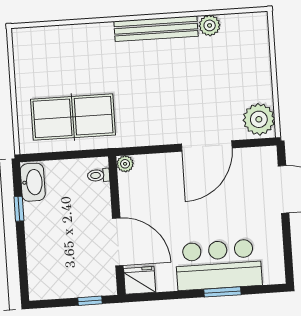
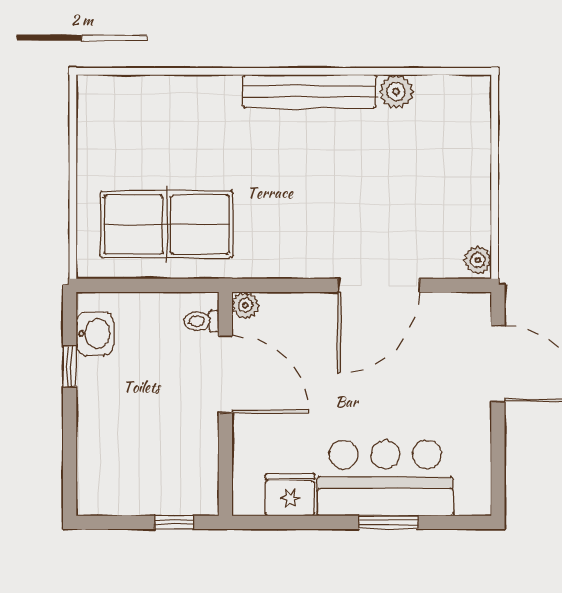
plant: (259, 119) -> (478, 260), width x0.53, depth x0.53
washbasin: (33, 182) -> (95, 334), width x0.72
door: (118, 242) -> (225, 374), moved
fridge: (140, 280) -> (290, 495), moved

